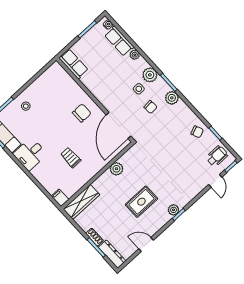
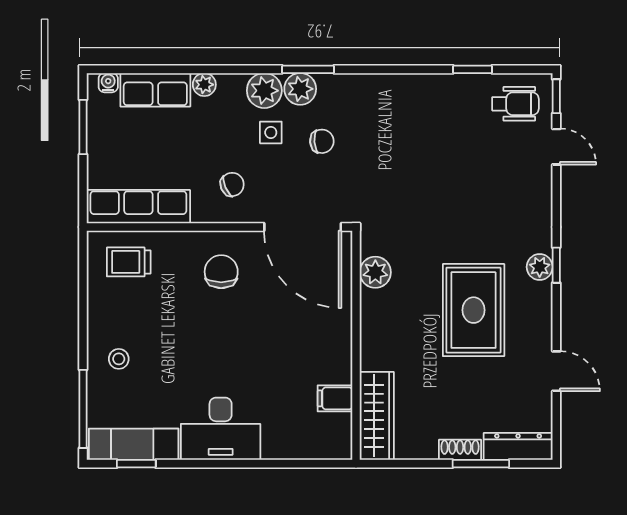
row of seats: (74, 64) -> (138, 207), width x1.48
plant: (172, 98) -> (300, 89), moved
chair: (197, 132) -> (232, 184), moved
desk: (30, 154) -> (221, 429), width x1.37
wheelchair: (217, 156) -> (516, 104), turned 90
trolley: (71, 158) -> (129, 262), moved
plant: (116, 169) -> (375, 272), moved
filing cabinet: (60, 198) -> (335, 398), moved
rug: (141, 202) -> (474, 310), width x1.36, depth x1.43
door: (146, 244) -> (556, 371), swing flipped

